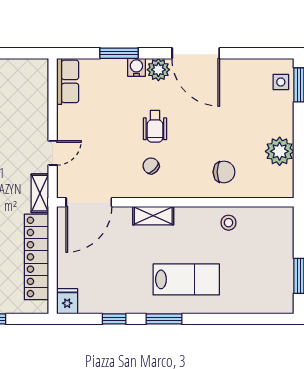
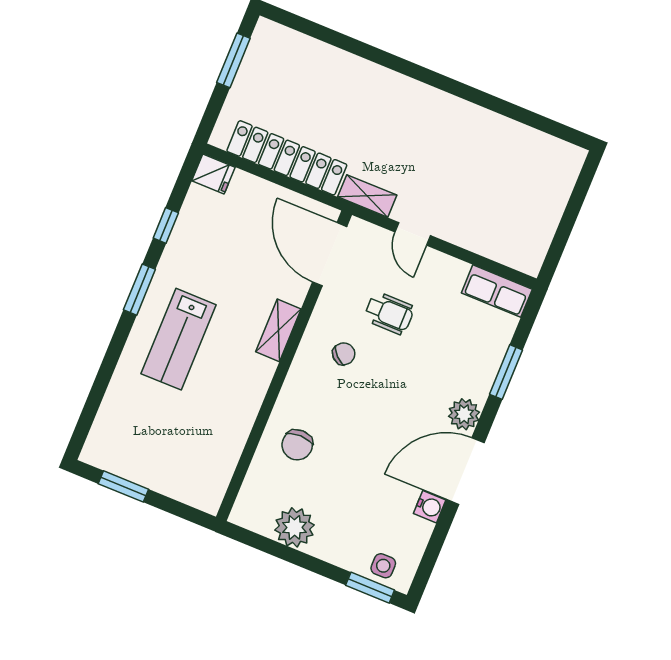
water cooler: (136, 67) -> (430, 507), moved
wheelchair: (155, 126) -> (389, 313), moved, turned 180
stool: (229, 223) -> (229, 424), removed

